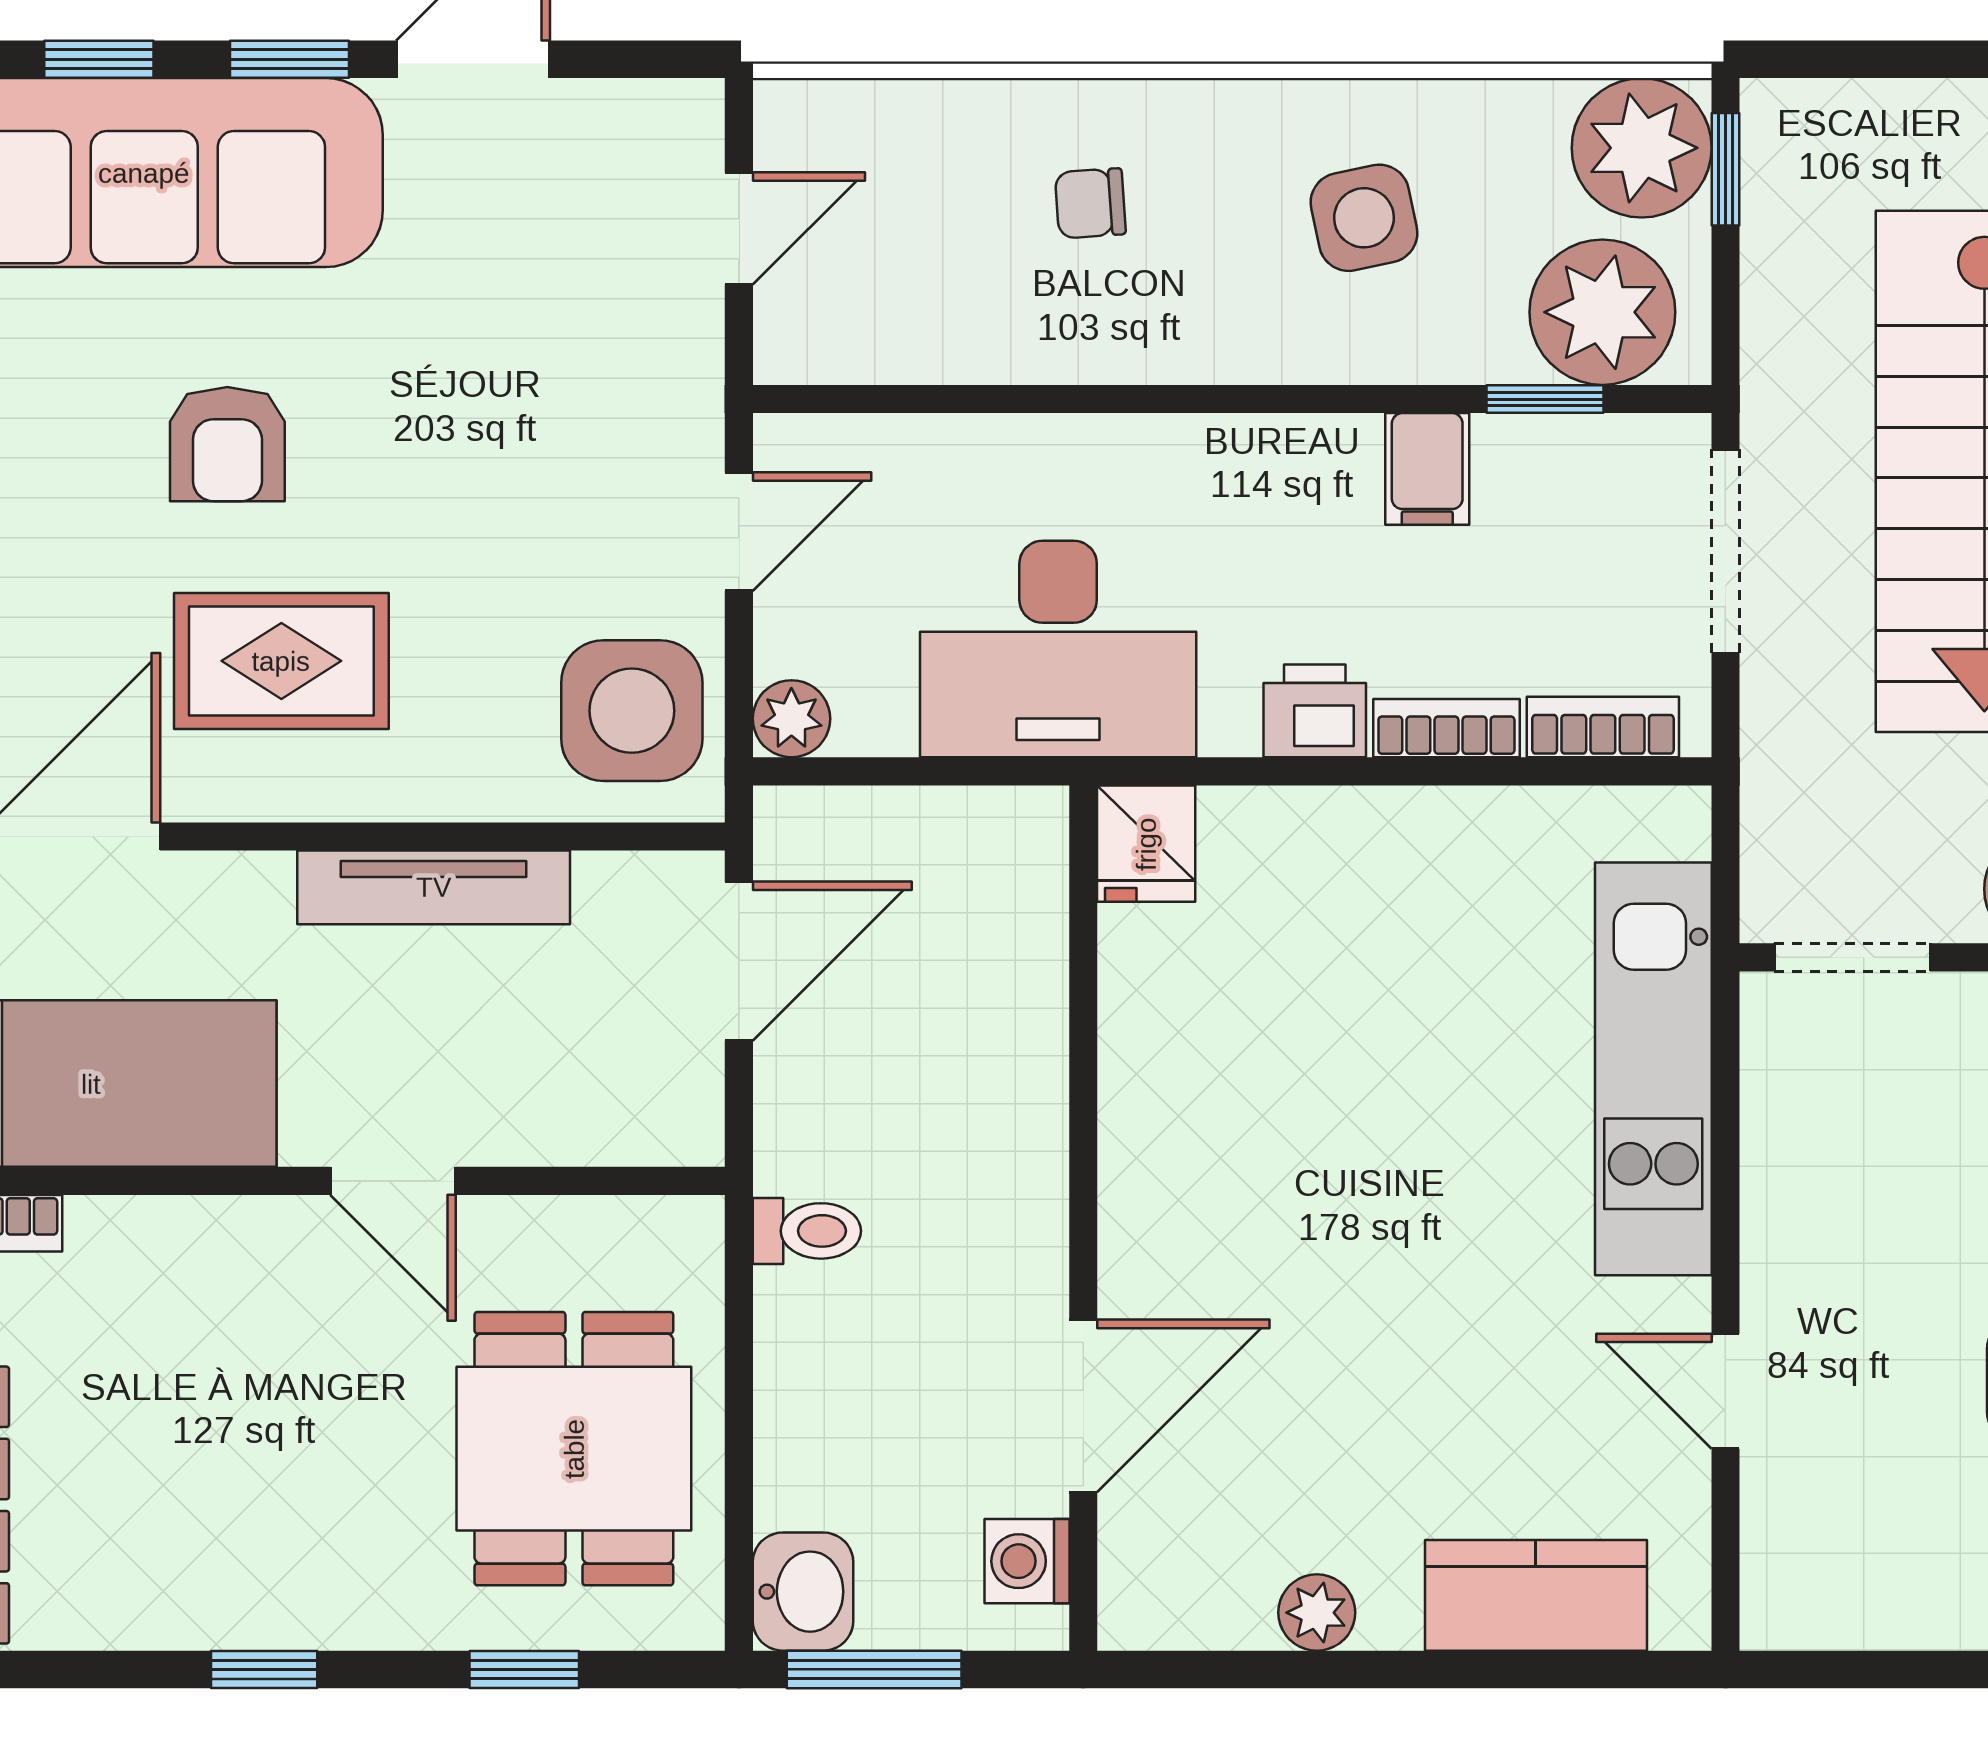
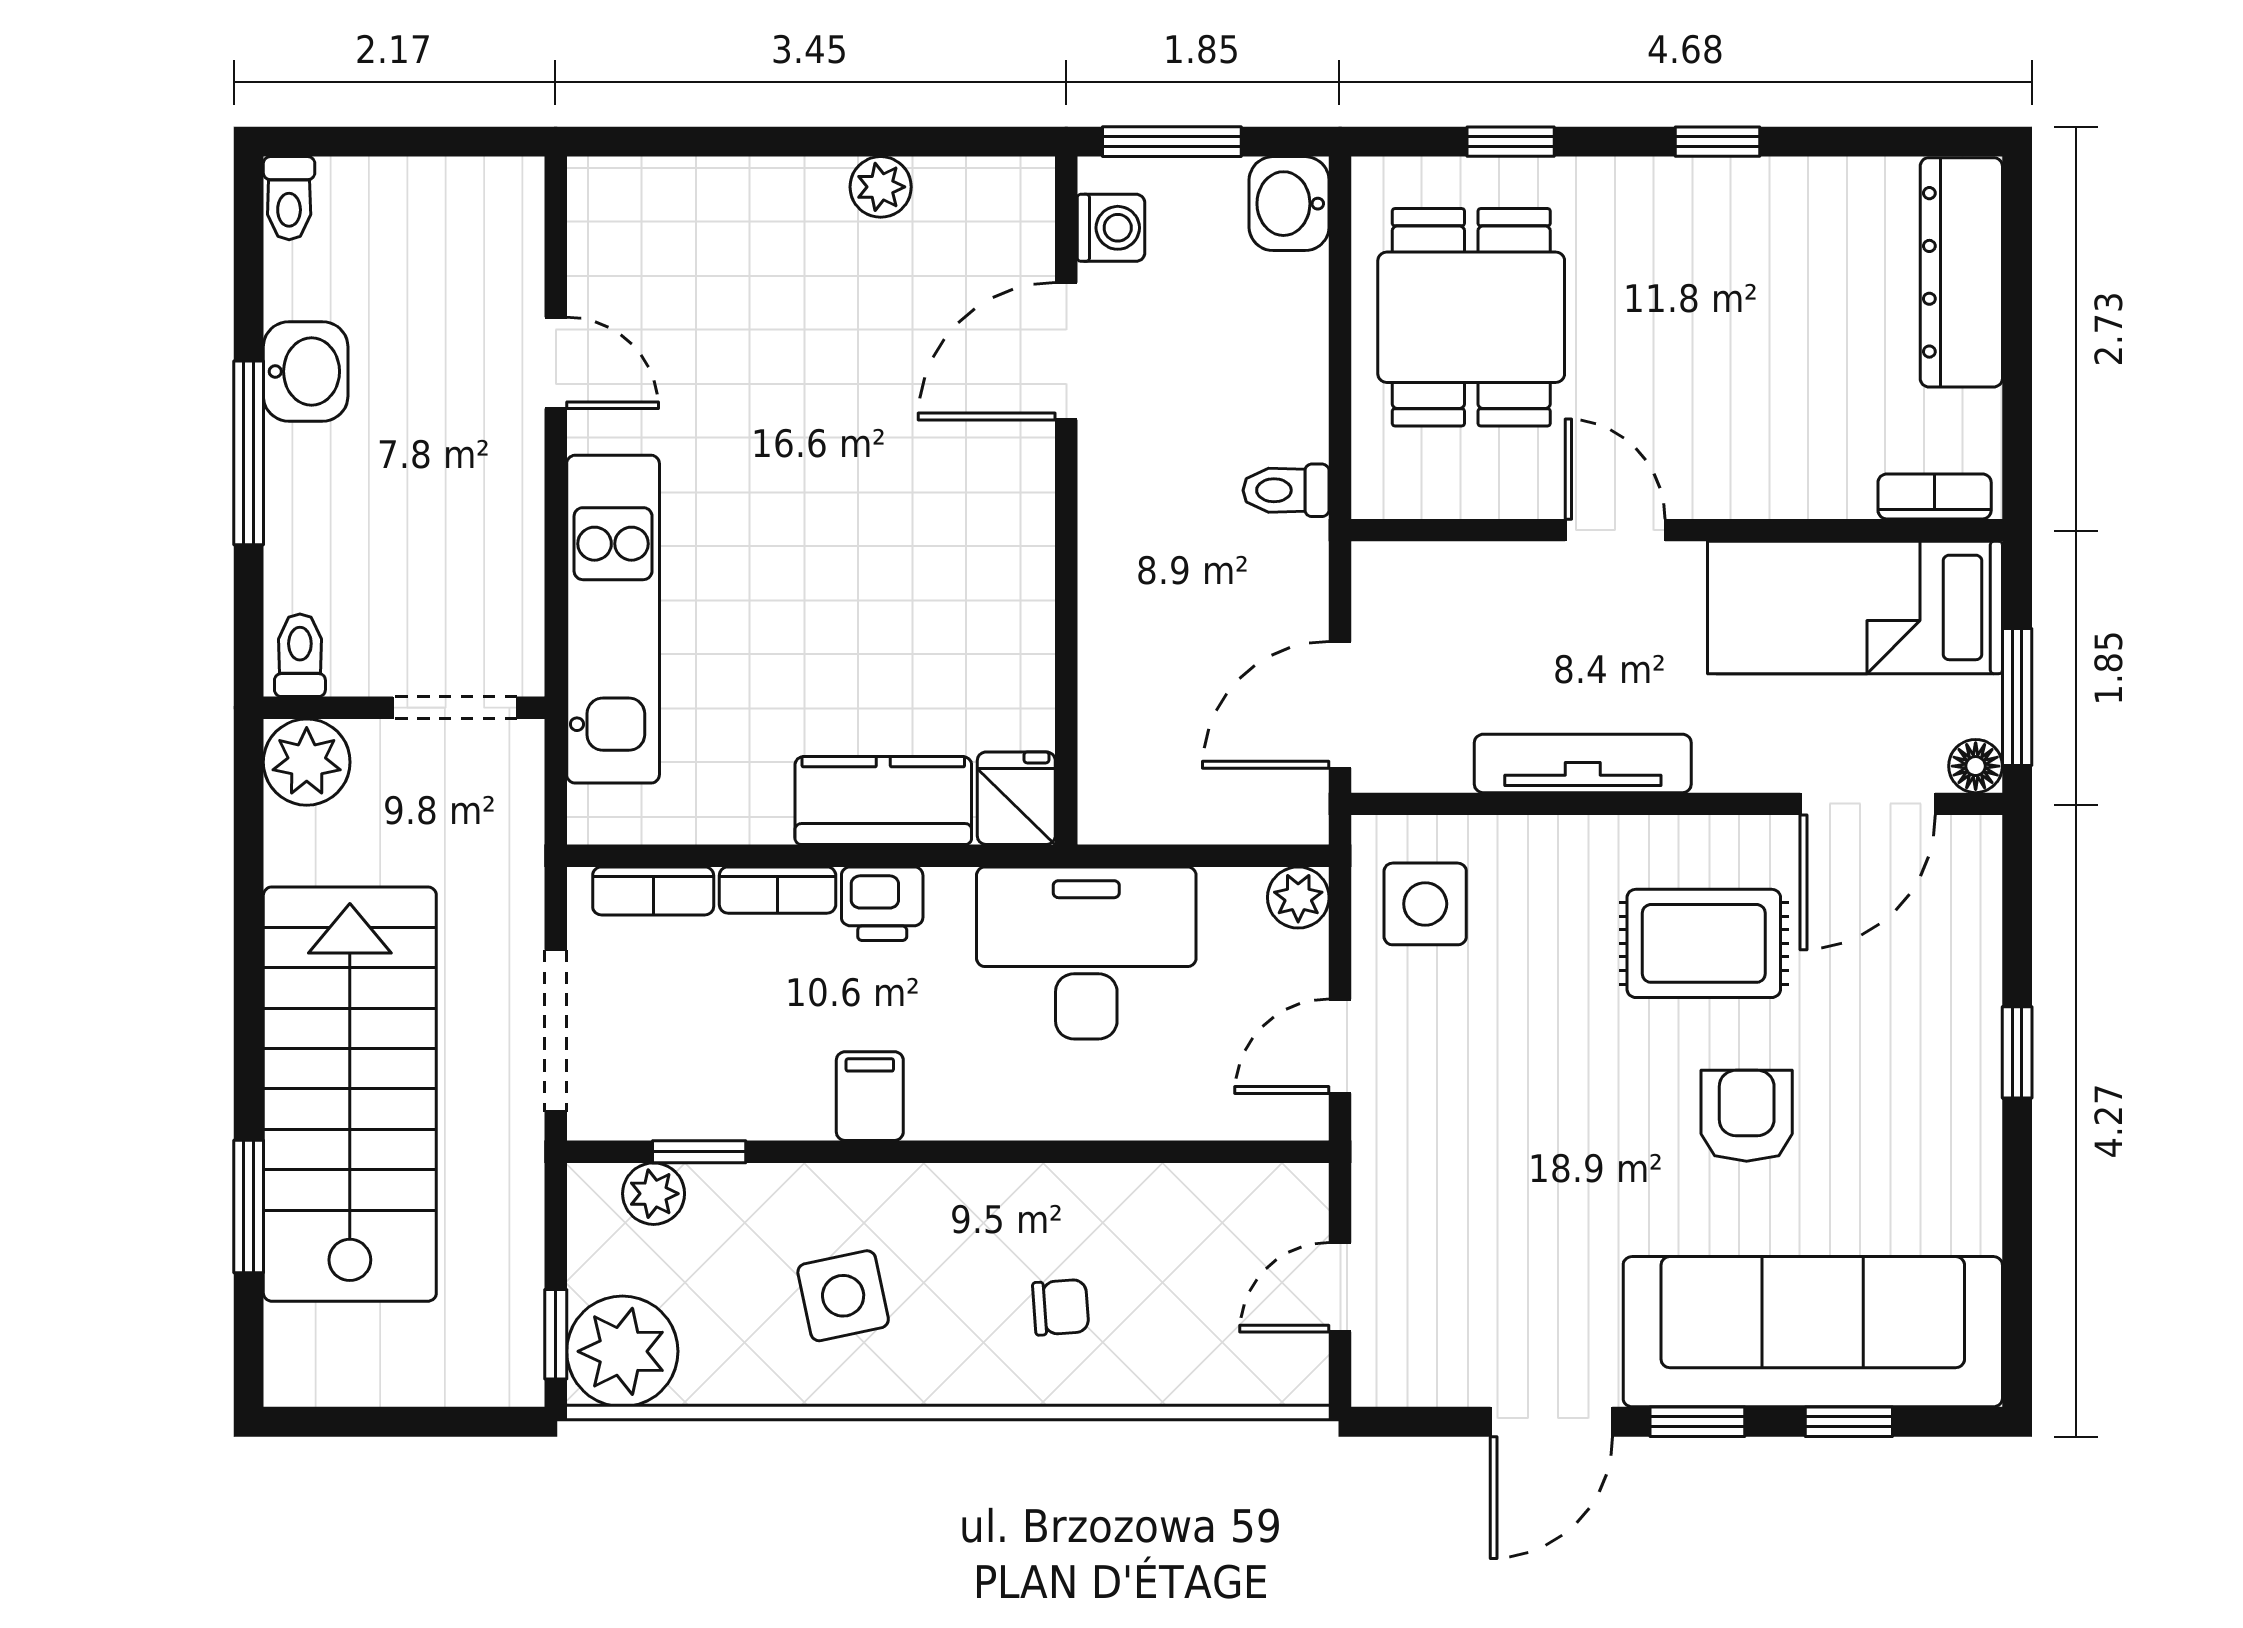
plant: (1602, 312) -> (654, 1194), width x0.53, depth x0.53
filing cabinet: (1427, 469) -> (870, 1096), moved
side table: (632, 711) -> (1425, 904), width x0.73, depth x0.73
kitchen counter: (1536, 1595) -> (883, 800), moved, turned 180
window: (874, 1669) -> (1172, 142), moved

